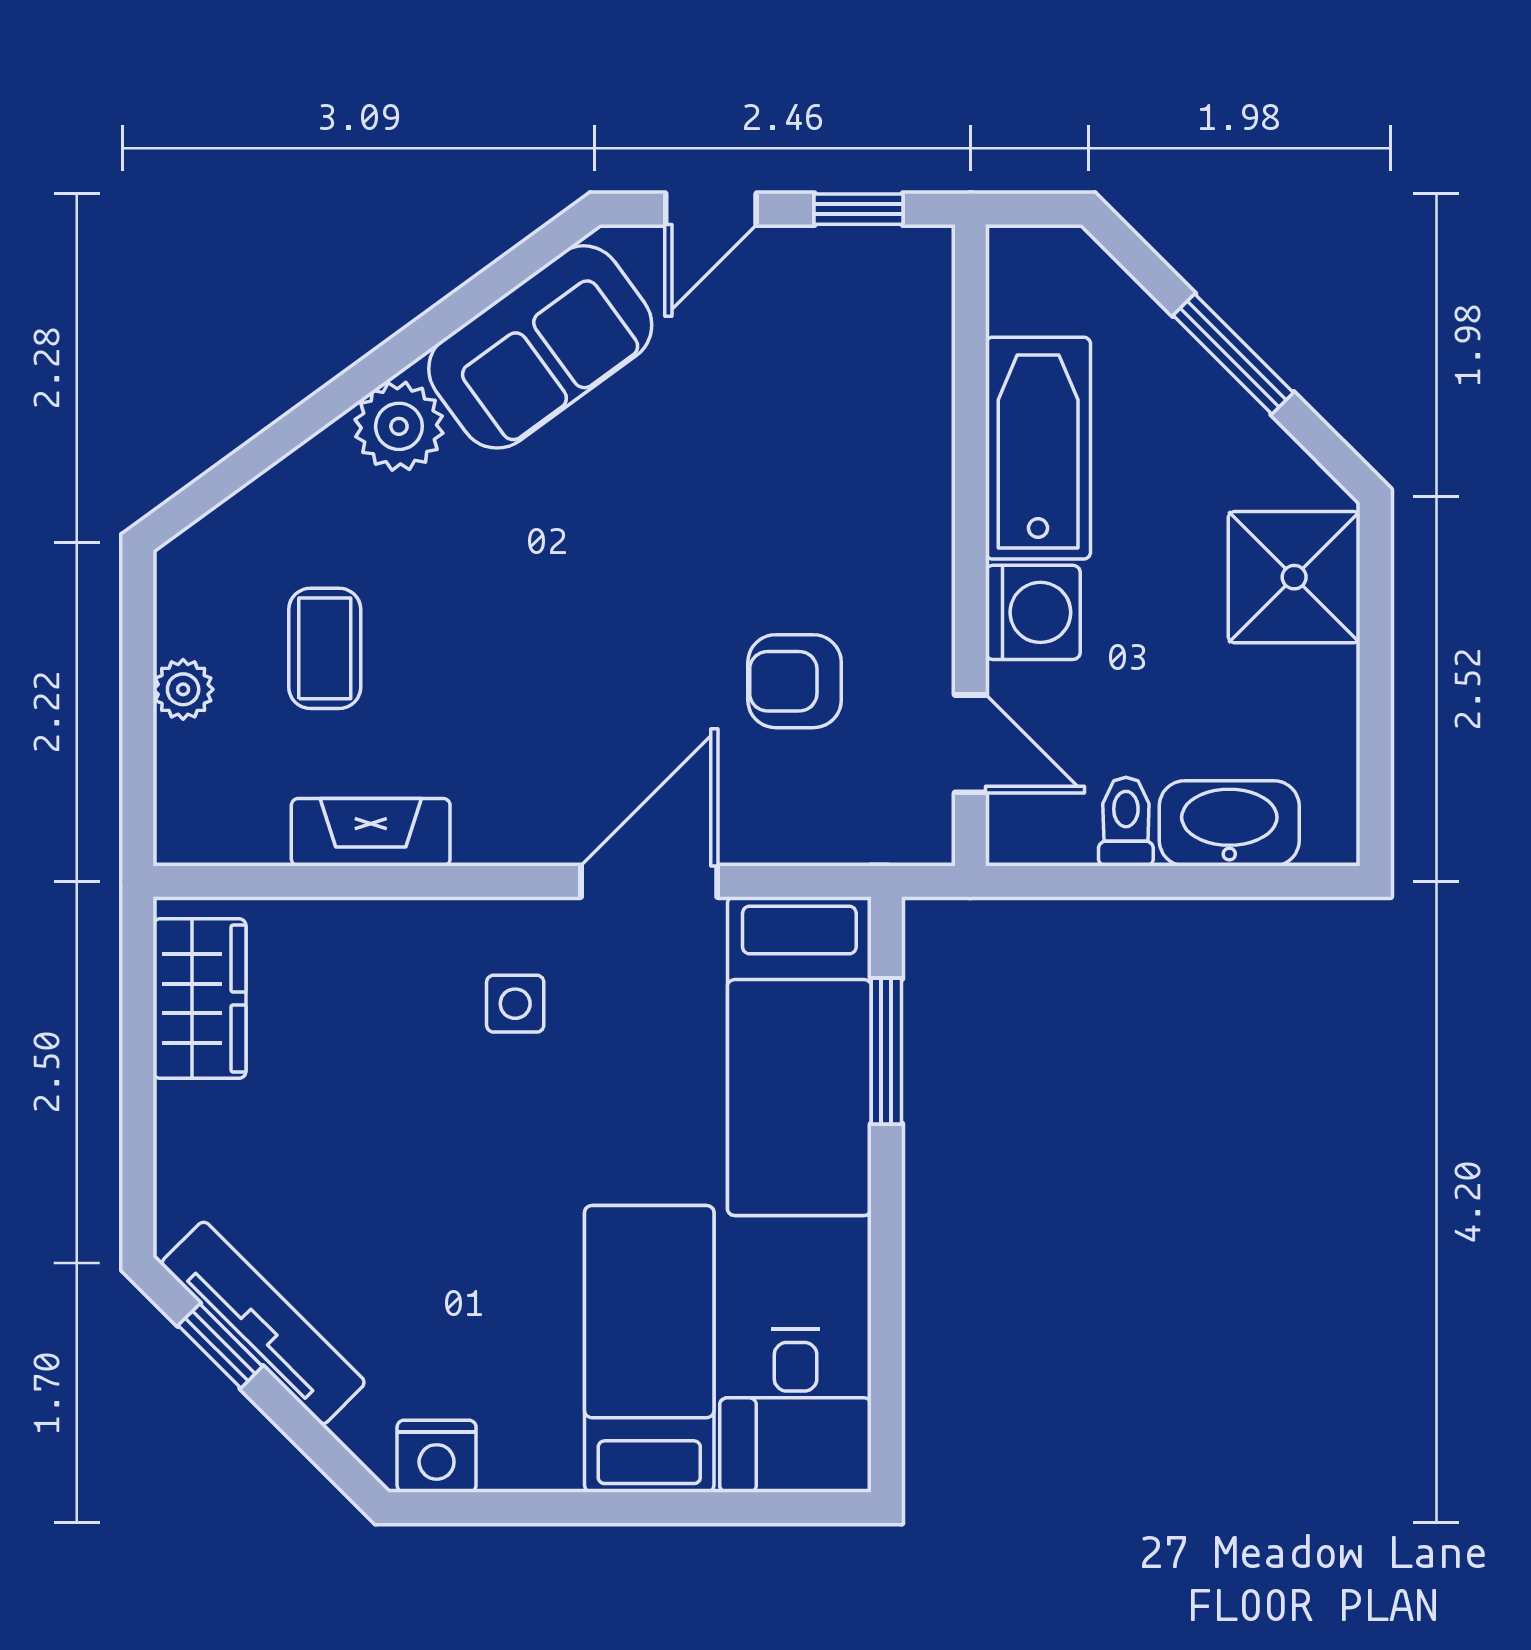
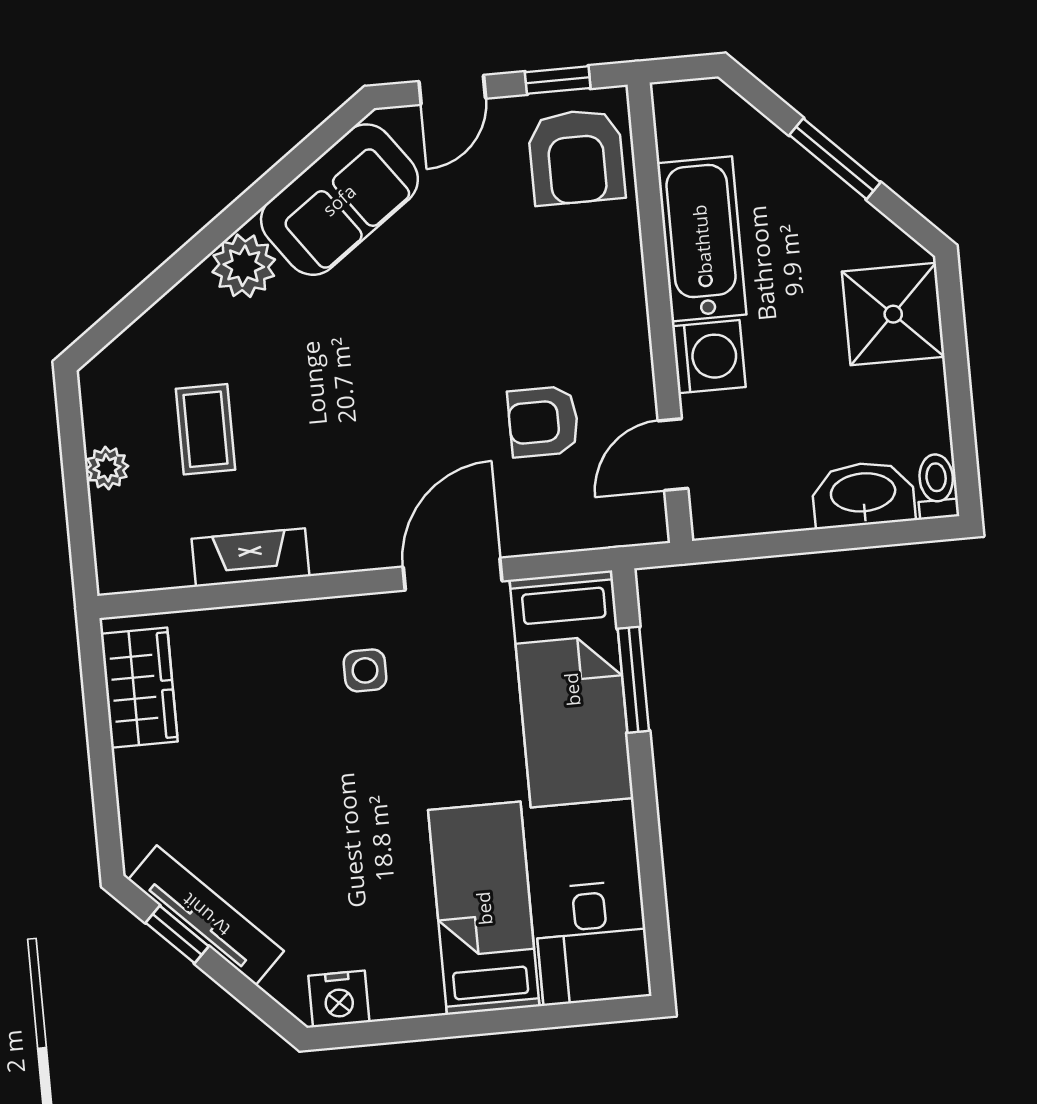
armchair: (875, 318) -> (576, 157), added
door: (970, 744) -> (673, 455), swing flipped
toilet: (1126, 822) -> (937, 486), moved

